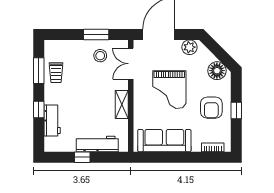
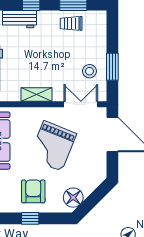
plant: (189, 47) -> (99, 168), removed
grand piano: (169, 90) -> (53, 146), turned -68
armchair: (211, 108) -> (33, 191), turned 90

